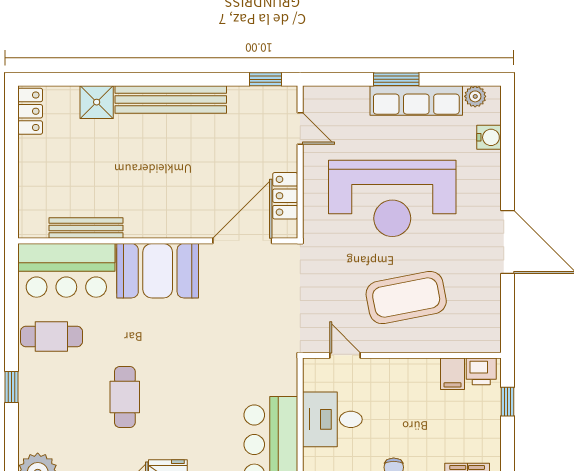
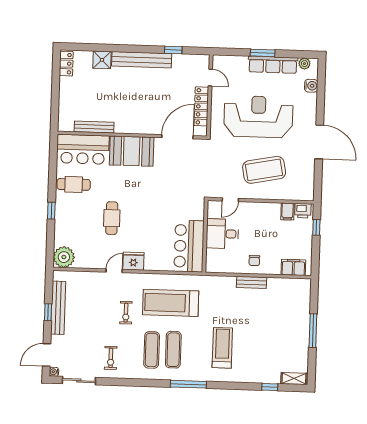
window: (265, 79) -> (173, 50), moved
locker: (285, 196) -> (201, 106), width x1.53
reception desk: (392, 198) -> (258, 117), turned 180
door: (345, 355) -> (230, 200), swing flipped

